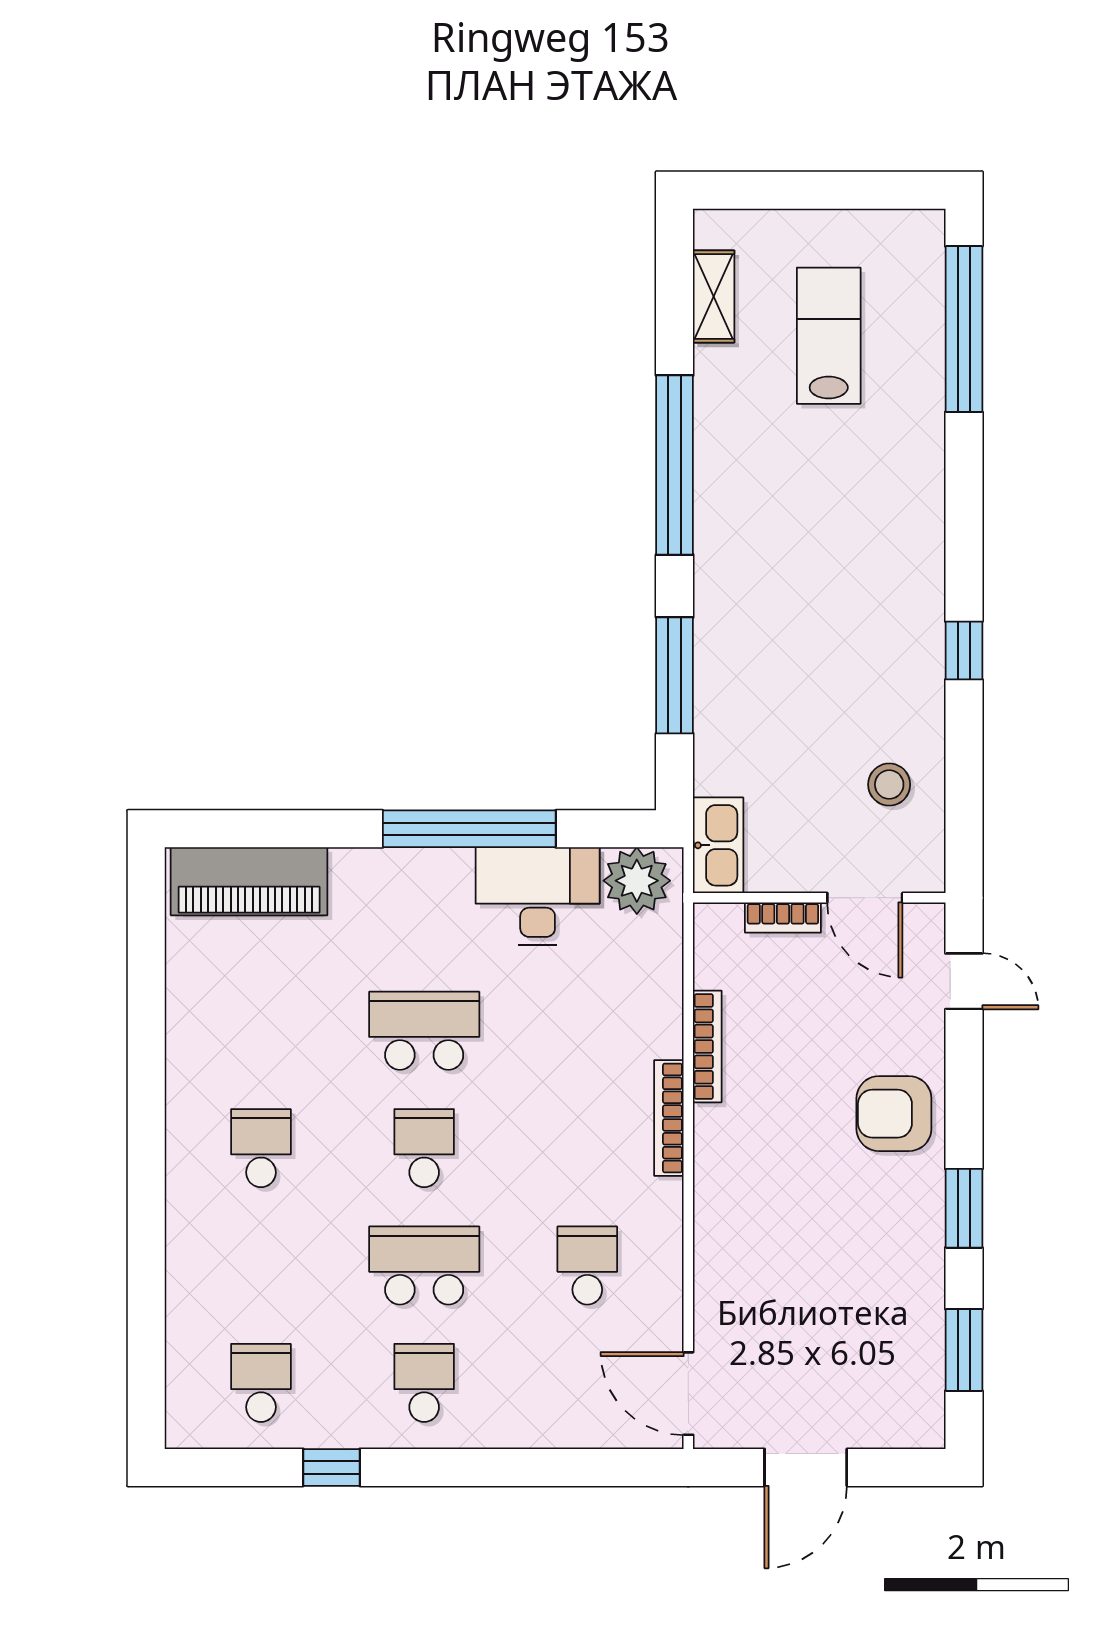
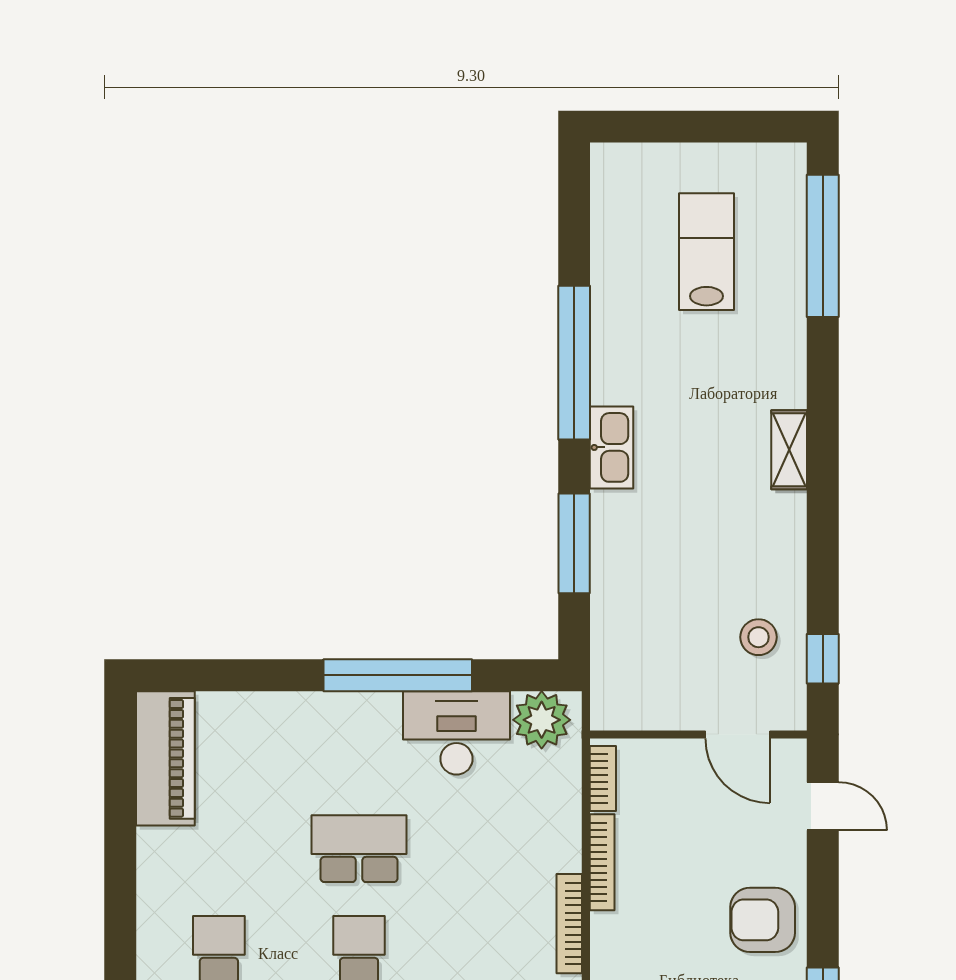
shelving: (714, 297) -> (789, 450), moved
window: (964, 651) -> (823, 659), moved
kitchen sink: (718, 845) -> (612, 447), moved
piano: (249, 881) -> (165, 758), moved, turned -90
bookcase: (783, 918) -> (603, 778), moved, turned -90

